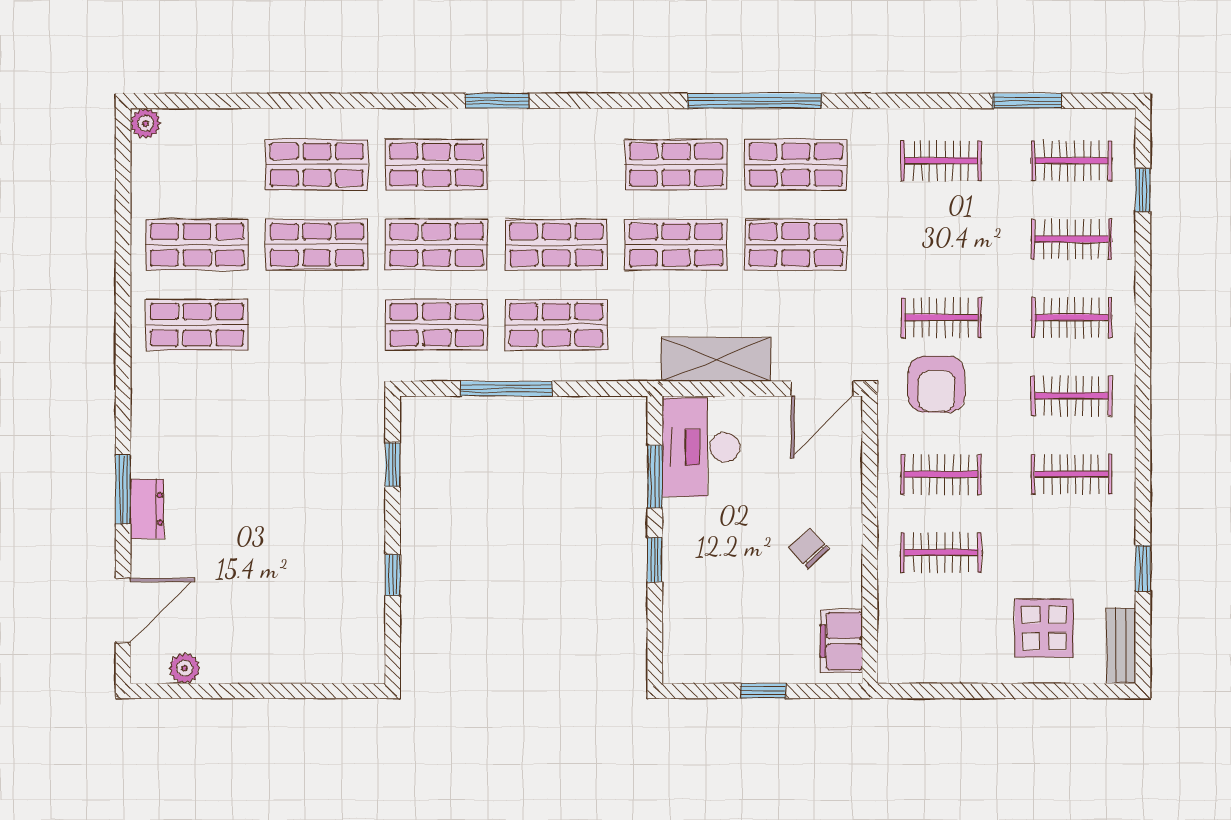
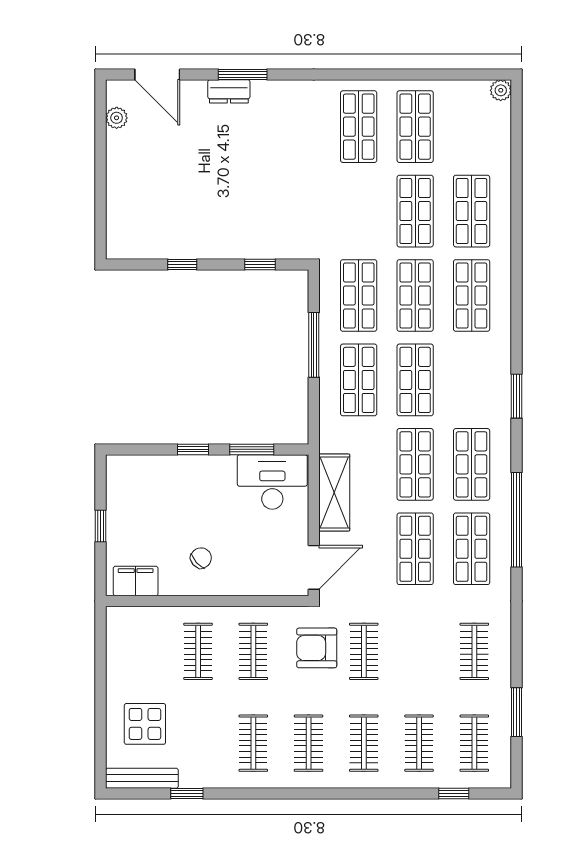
window: (497, 101) -> (517, 396), moved
door: (822, 389) -> (314, 567), swing flipped
bench: (1121, 646) -> (142, 778), width x1.36

